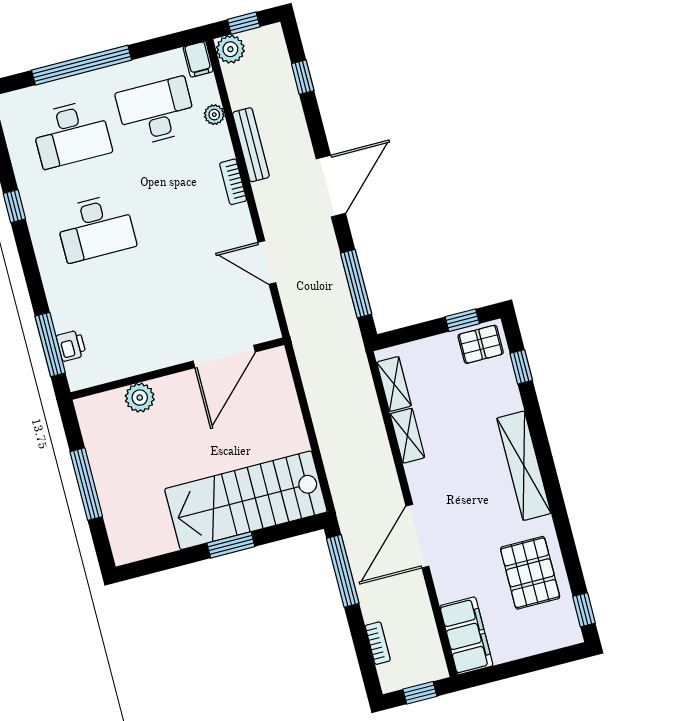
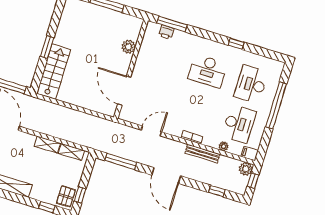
desk: (96, 228) -> (208, 71), turned -90
stairs: (246, 500) -> (54, 72), width x0.73, depth x0.66

